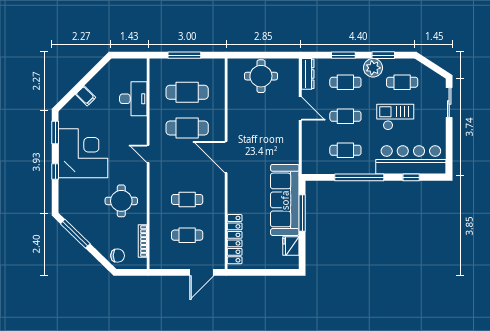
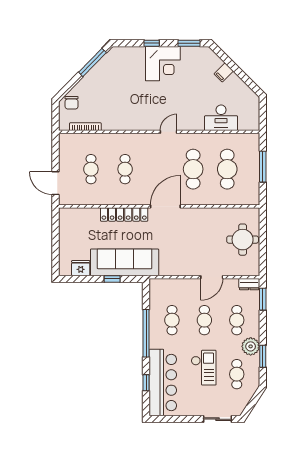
window: (343, 55) -> (263, 299), moved
dresser: (308, 74) -> (249, 284), width x0.70
corner desk: (83, 153) -> (163, 64), width x0.74, depth x0.74
round table: (121, 201) -> (124, 106), removed
window: (302, 213) -> (112, 279), width x0.46
locker: (235, 239) -> (124, 214), moved

